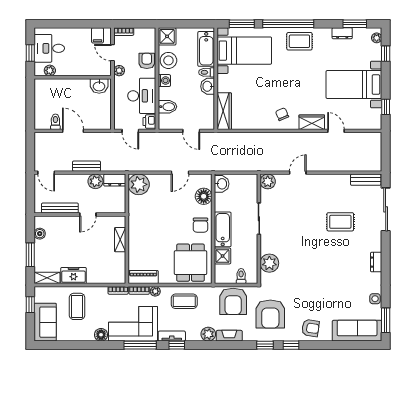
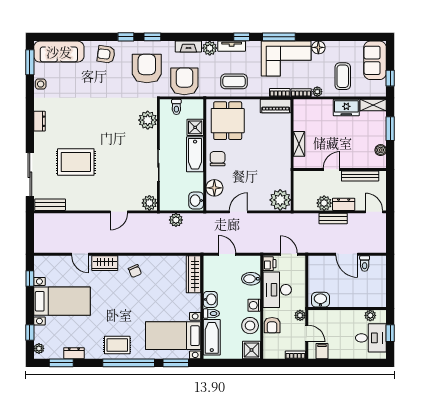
plant: (242, 165) -> (176, 220), added
dresser: (115, 180) -> (344, 204), moved
rug: (340, 222) -> (76, 162), width x1.36, depth x1.43
plant: (155, 291) -> (317, 92), moved
tv unit: (172, 336) -> (232, 46), moved

